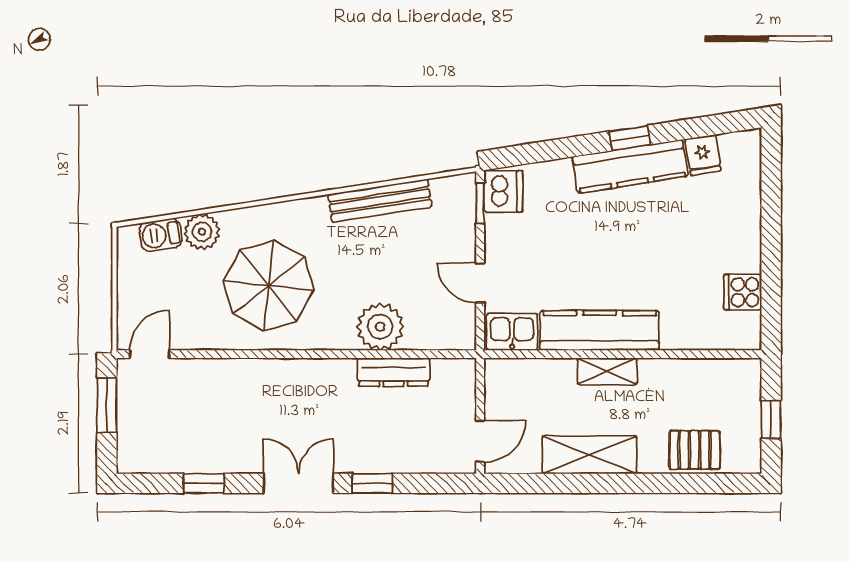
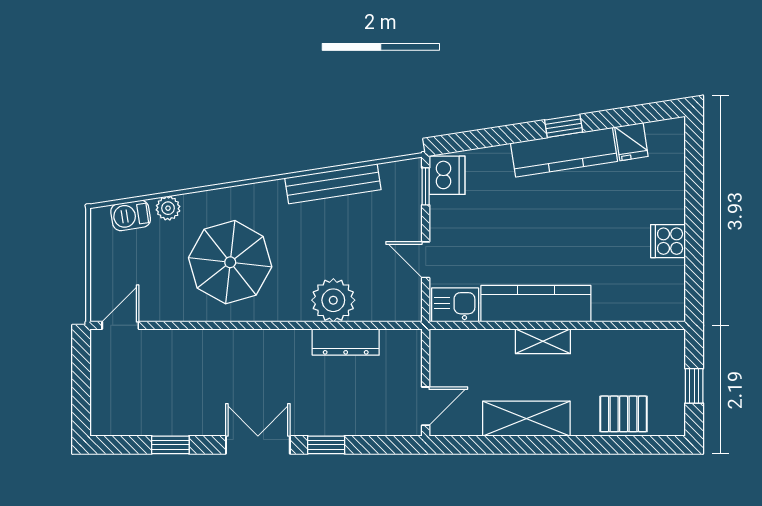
plant: (202, 232) -> (168, 208), width x0.73, depth x0.73
cooker: (743, 292) -> (668, 241), moved
window: (107, 405) -> (81, 372), removed

